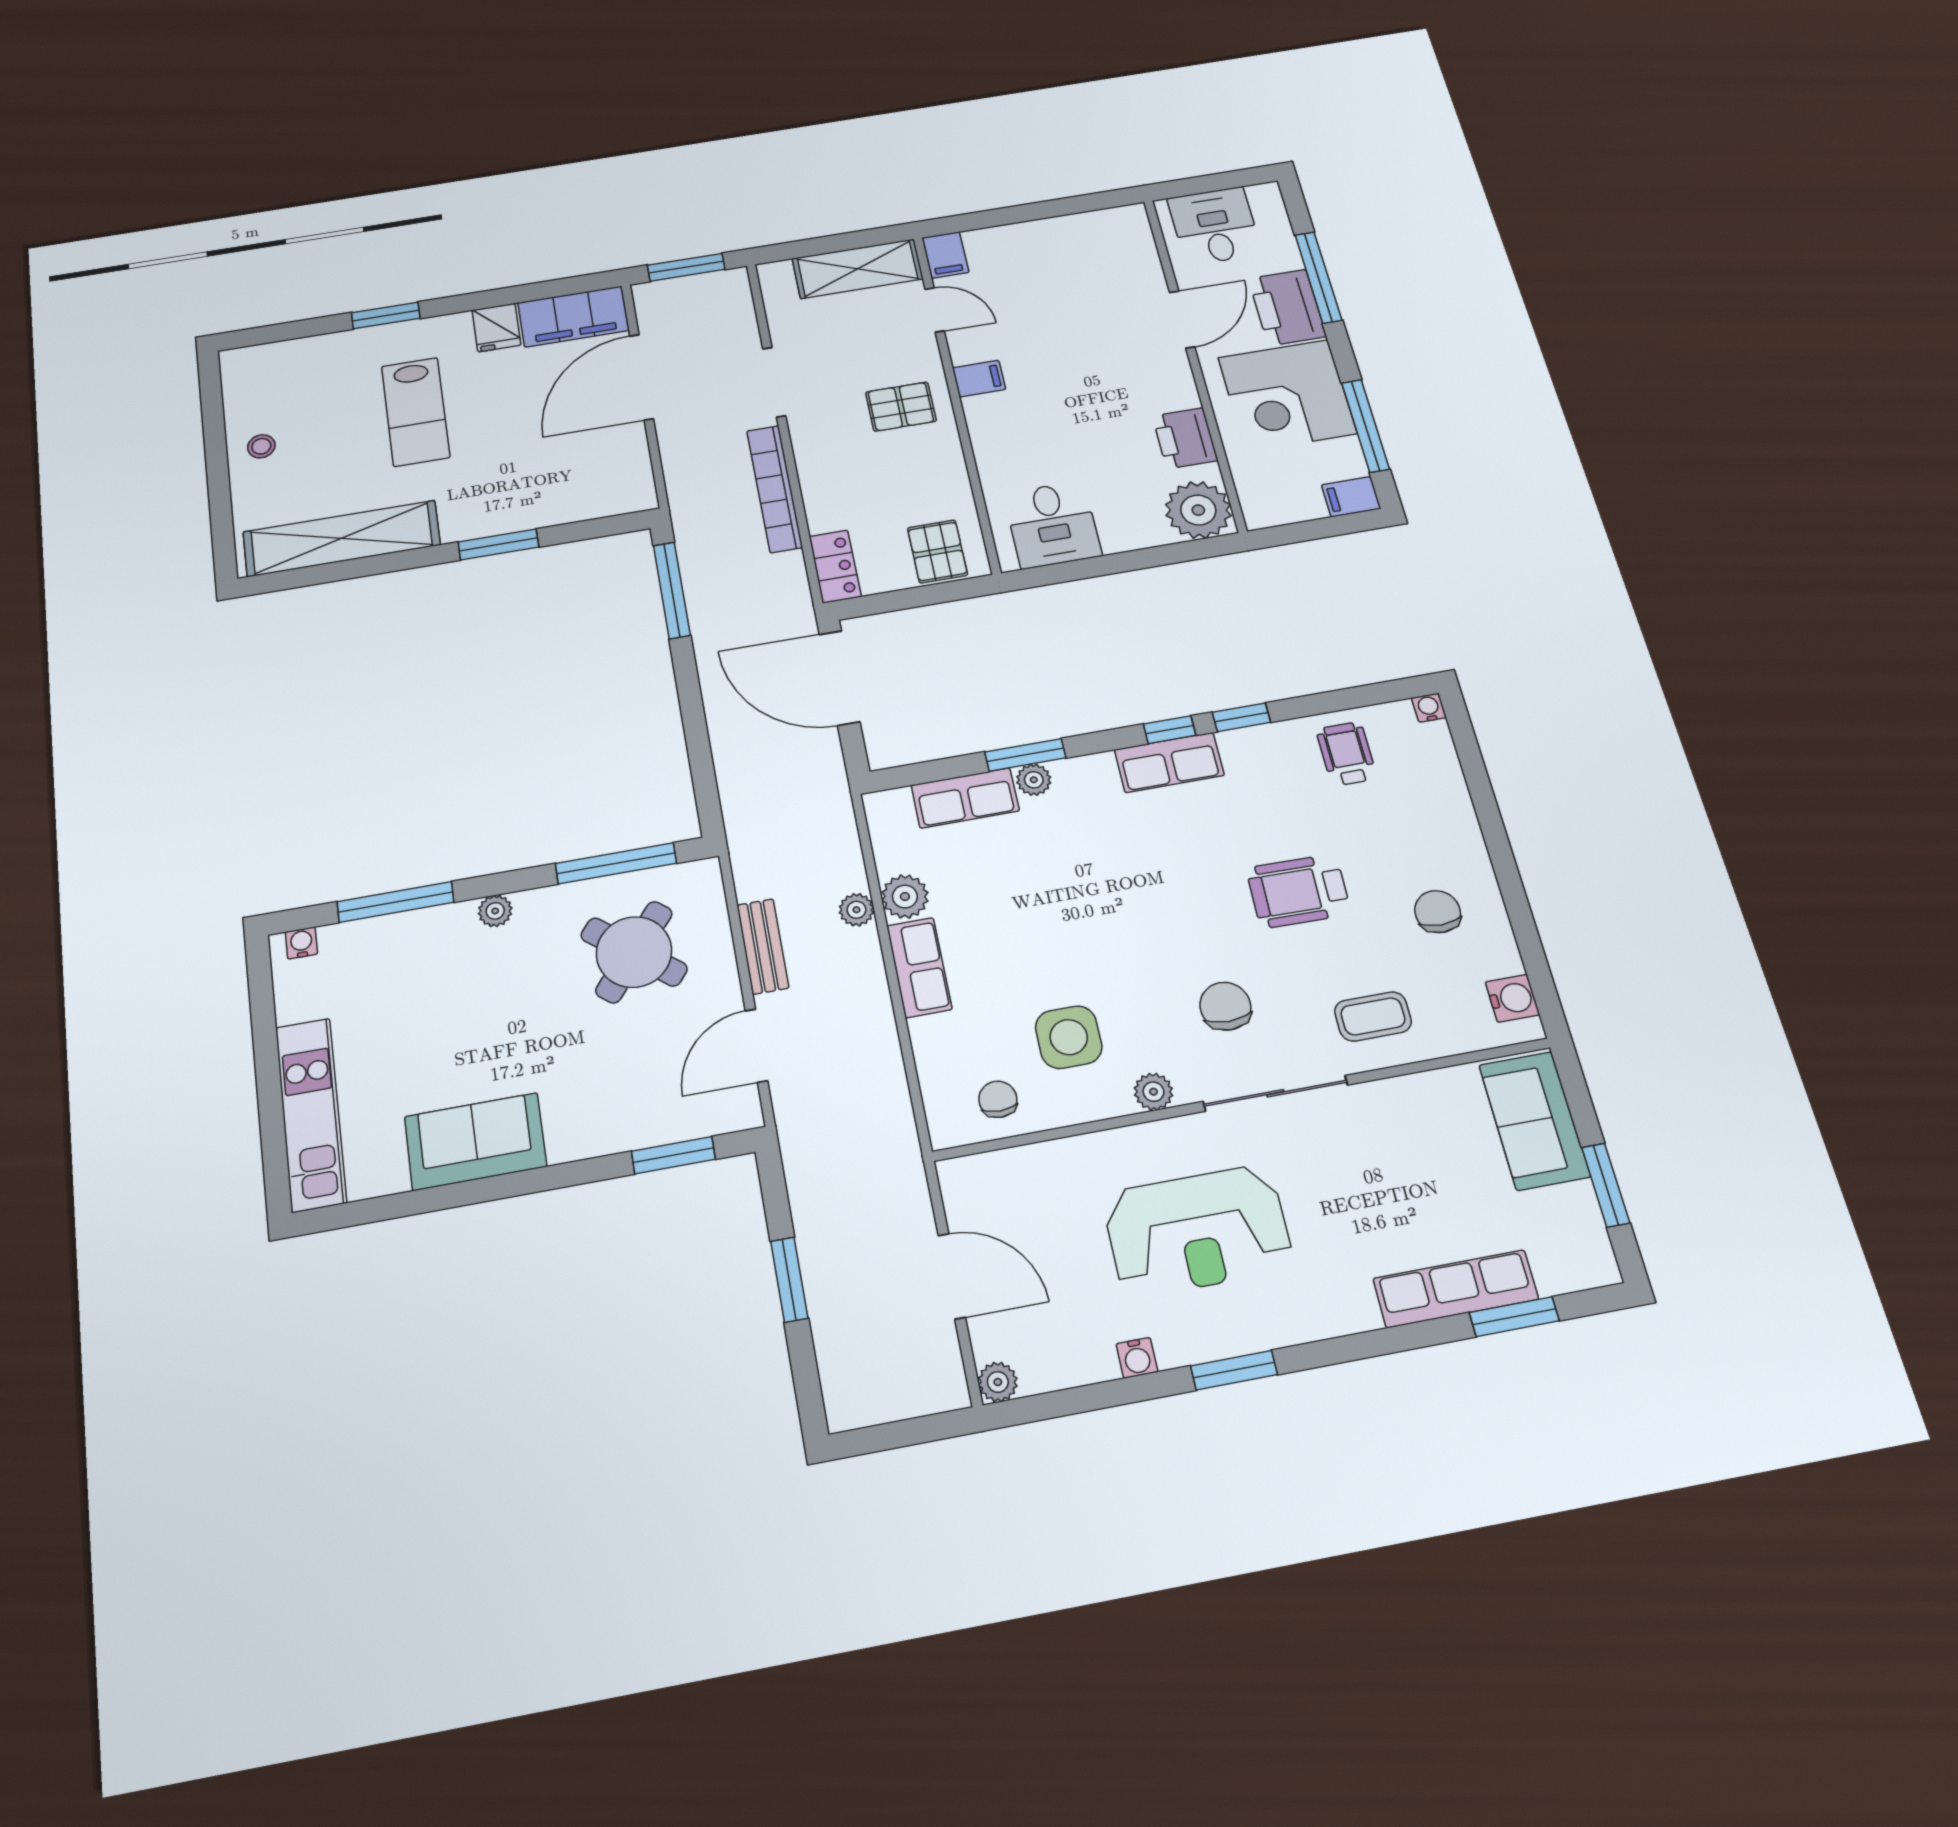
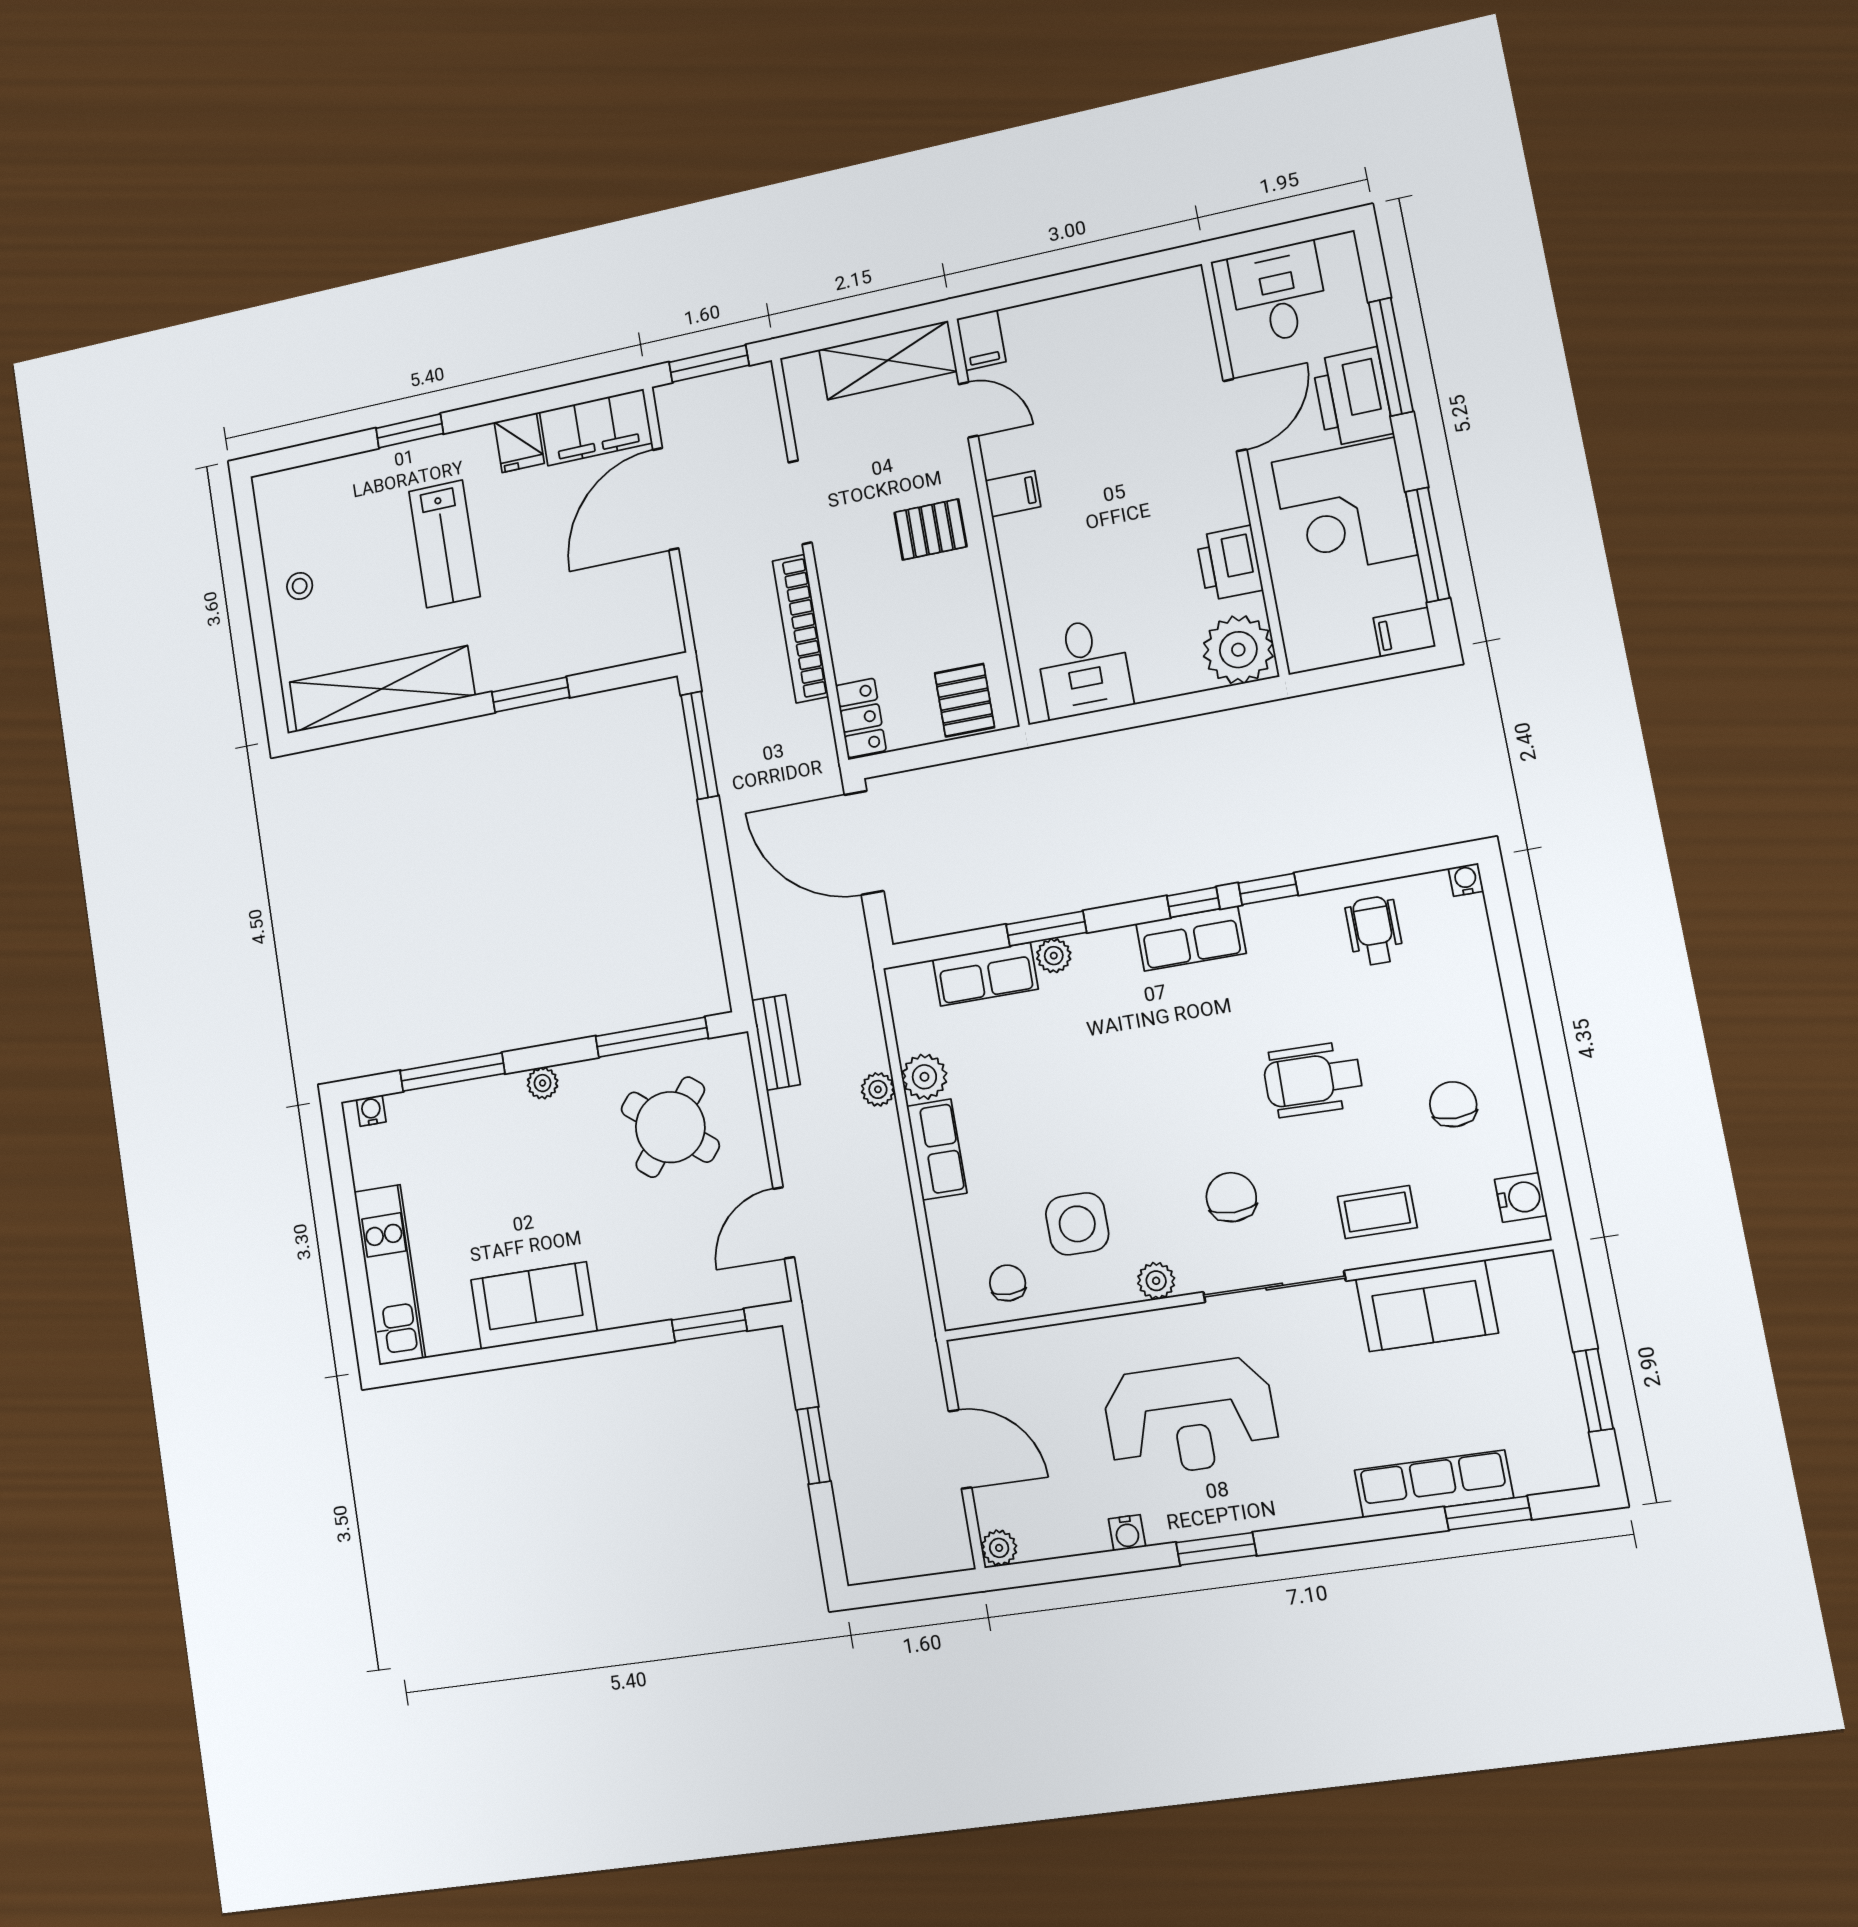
bench: (763, 946) -> (776, 1042), moved
sofa: (1534, 1121) -> (1427, 1306), moved, turned -90

